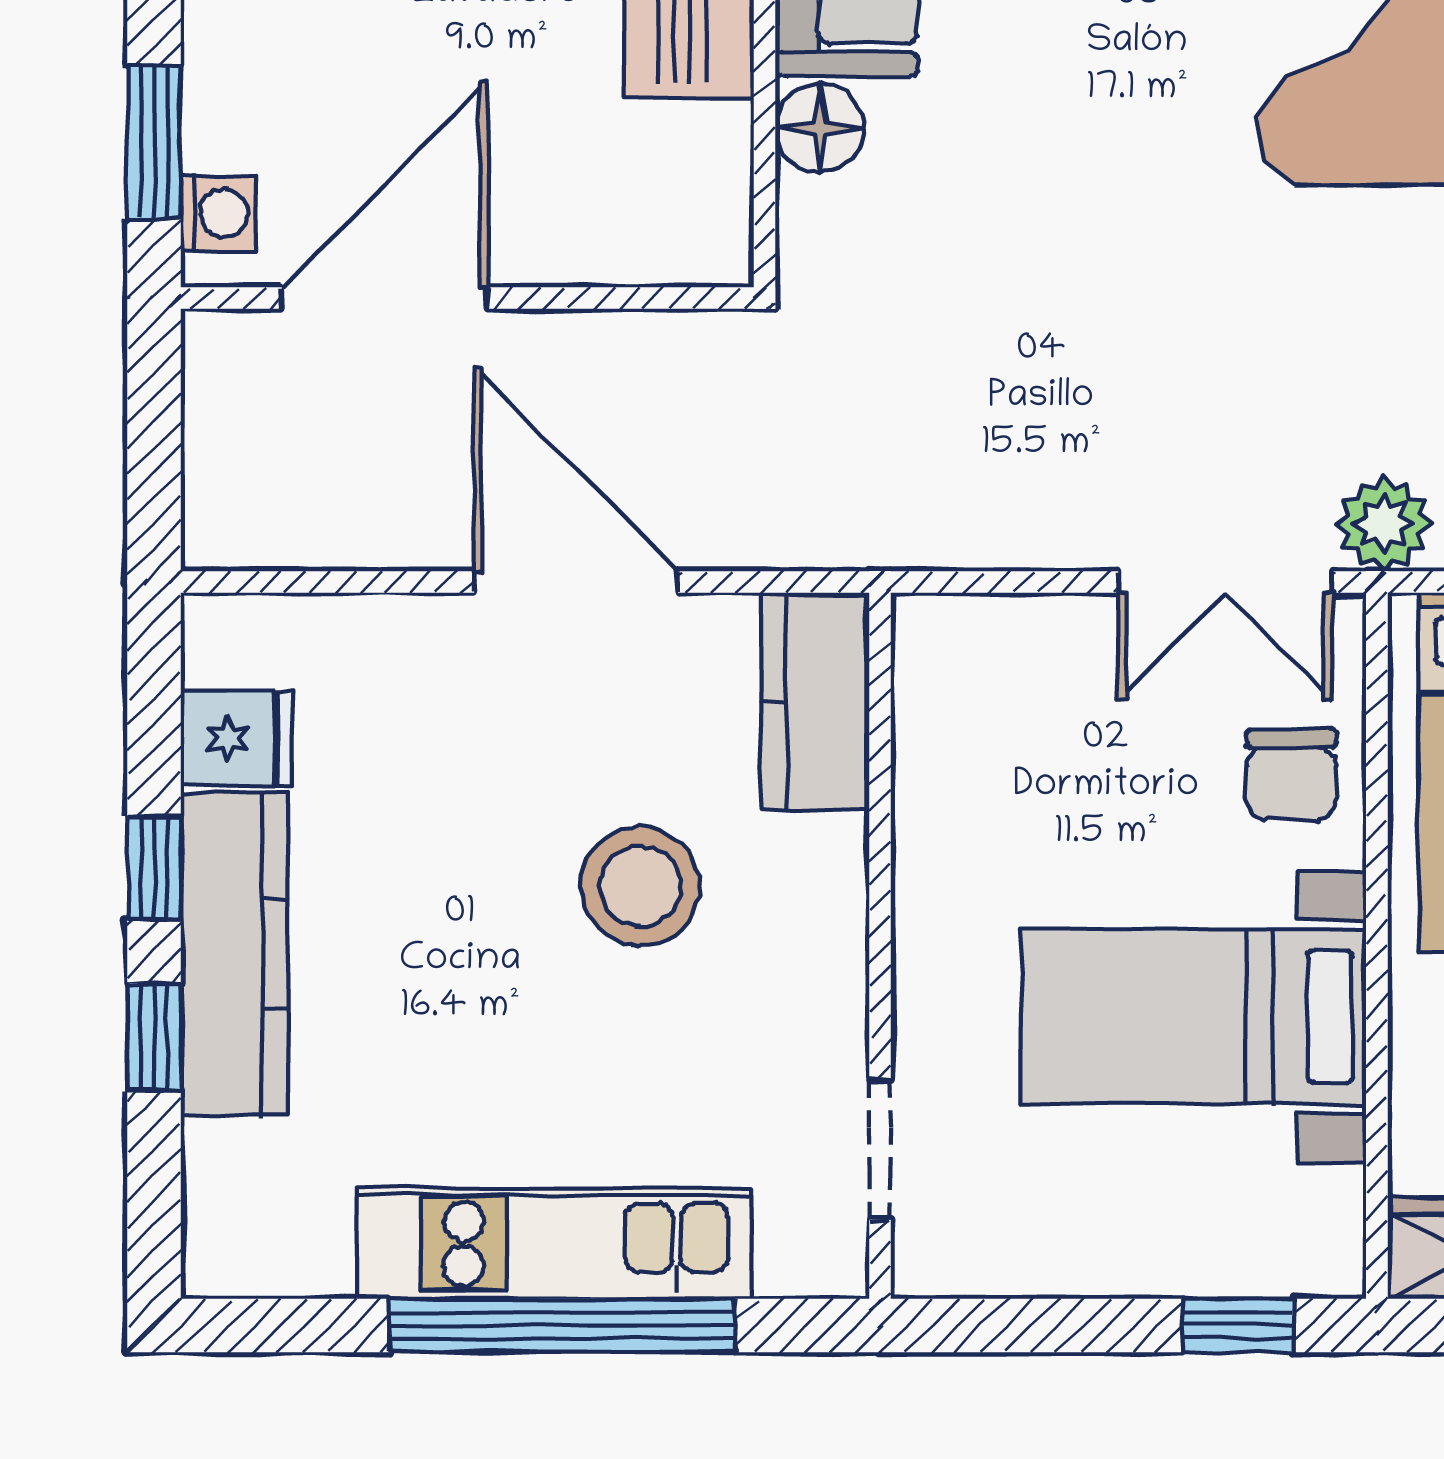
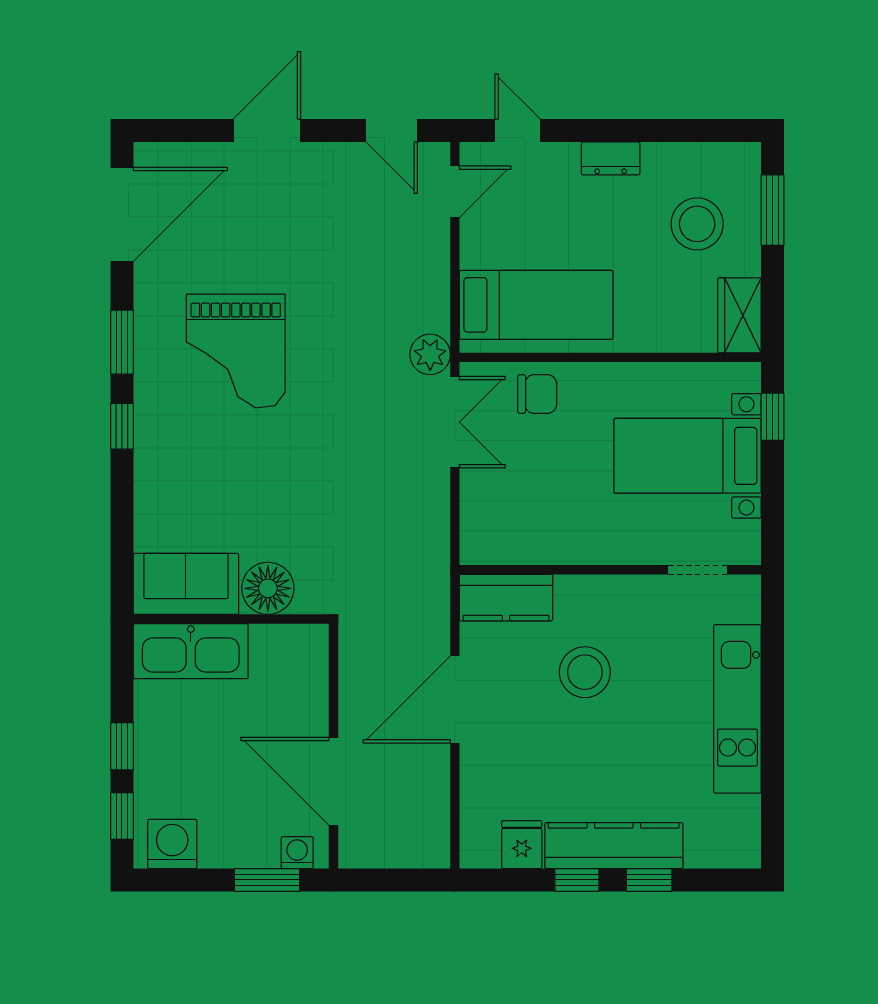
floor lamp: (820, 128) -> (268, 588), width x1.38, depth x1.38
bed with nightstands: (1194, 1017) -> (687, 456), moved, turned 90
window: (562, 1326) -> (773, 706), removed

